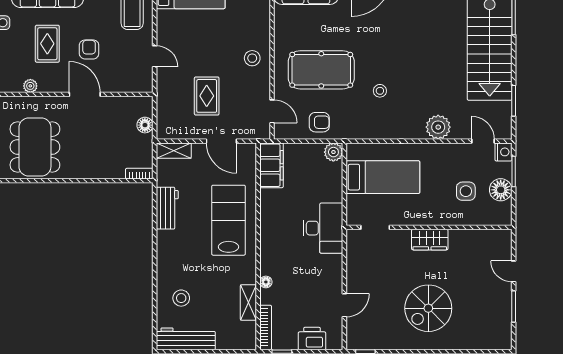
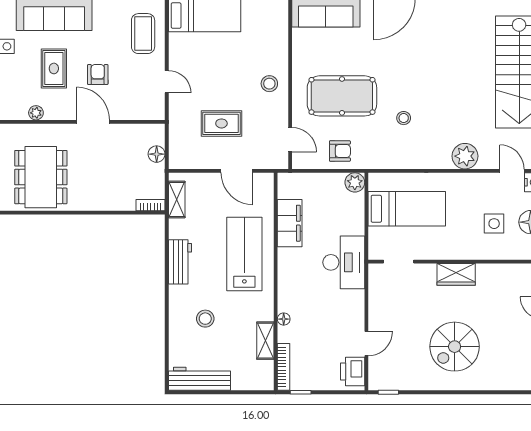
rug: (207, 96) -> (221, 123), turned 90
shelving: (174, 151) -> (177, 199), moved, turned 90
filing cabinet: (272, 165) -> (290, 223), moved
workbench: (167, 208) -> (180, 262), moved
stool: (181, 298) -> (205, 319), moved
printer: (312, 339) -> (353, 371), moved, turned -90

